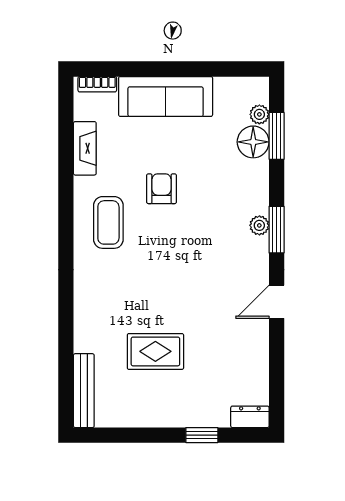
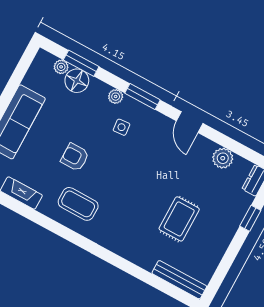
side table: (227, 224) -> (122, 127), added
plant: (259, 225) -> (116, 97), moved
plant: (255, 364) -> (223, 158), added

